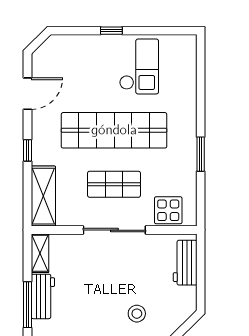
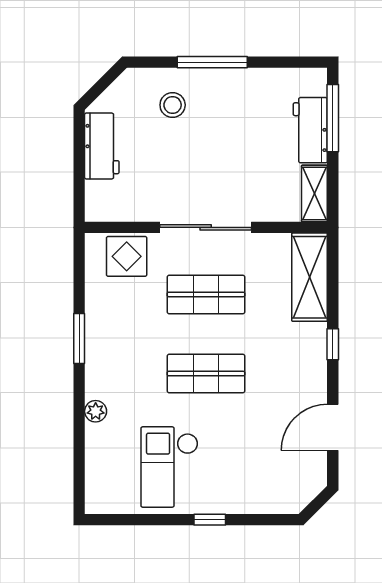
plant: (189, 105) -> (96, 411), added
shop shelf: (114, 130) -> (206, 374), width x0.50, depth x0.74
workbench: (185, 263) -> (102, 146), moved

